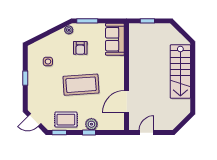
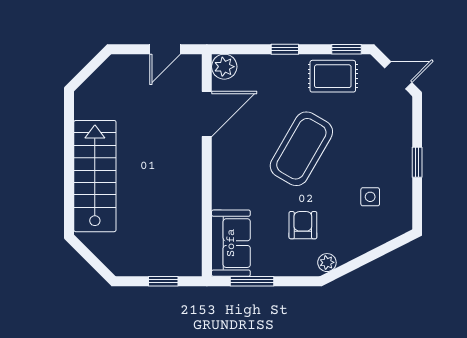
window: (87, 21) -> (252, 281), moved
coffee table: (81, 85) -> (301, 149), turned -56
plant: (91, 124) -> (224, 67), moved

